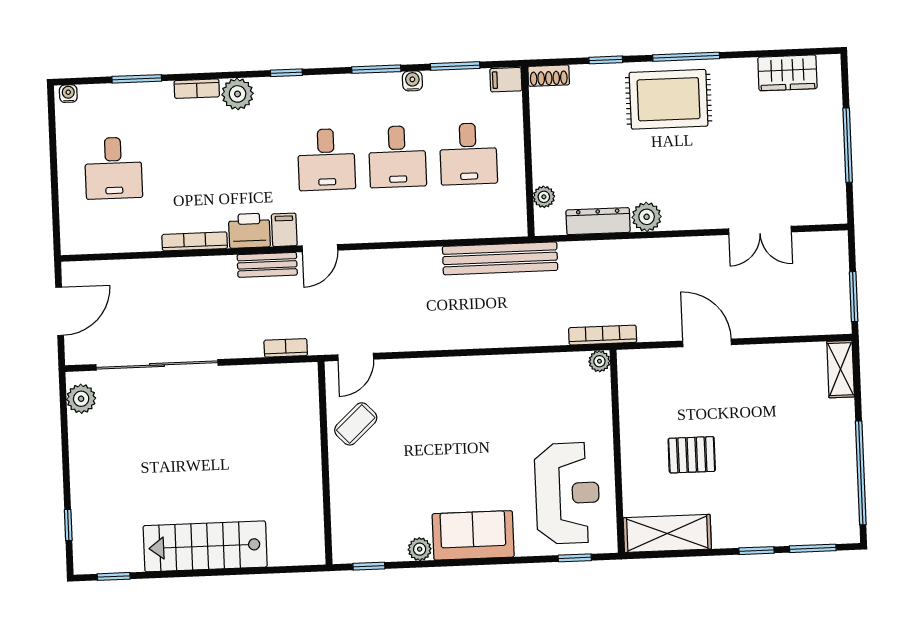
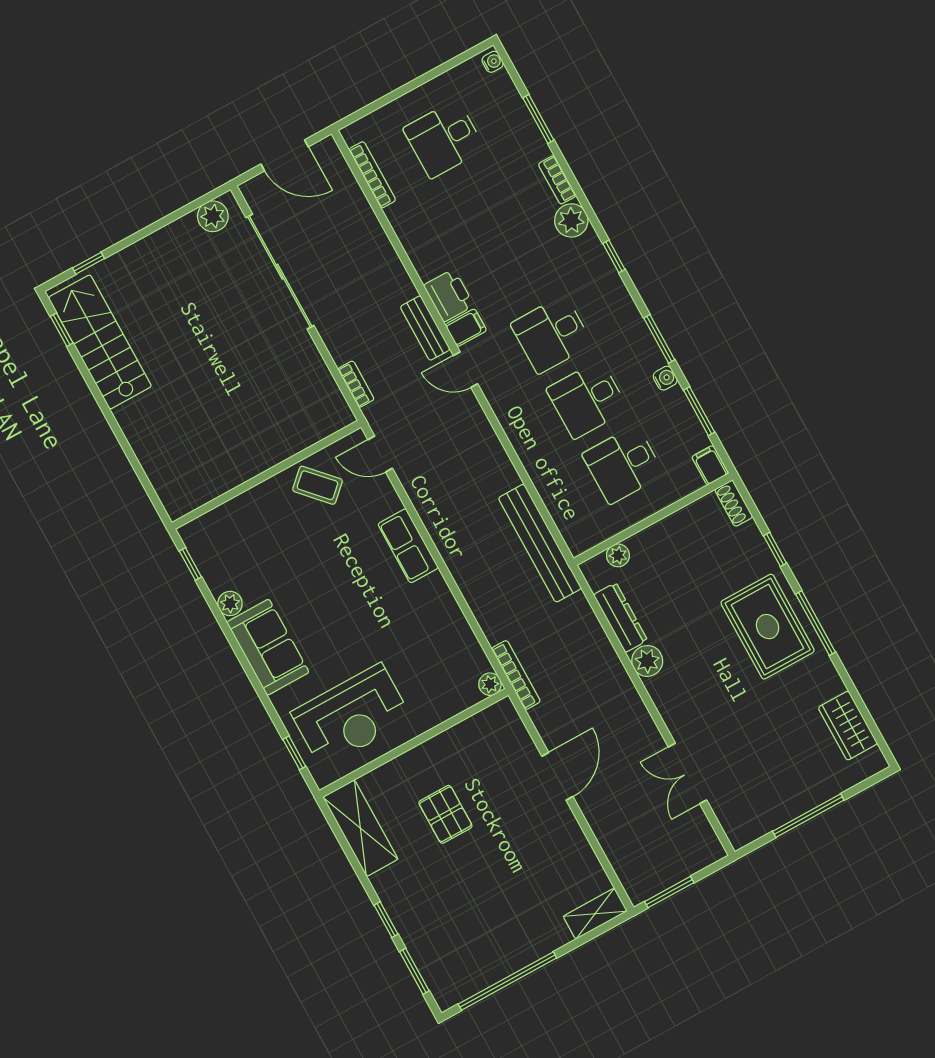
bookcase: (195, 241) -> (372, 175), moved
row of seats: (446, 372) -> (408, 546), added
stairs: (205, 546) -> (100, 342), moved

